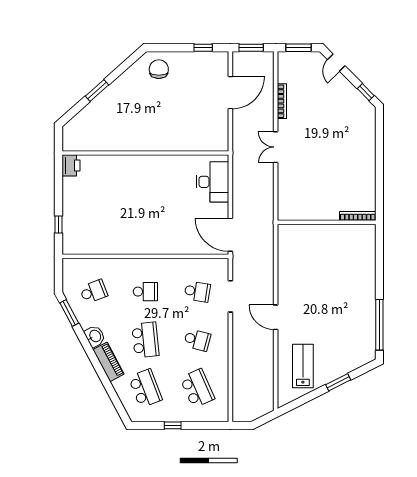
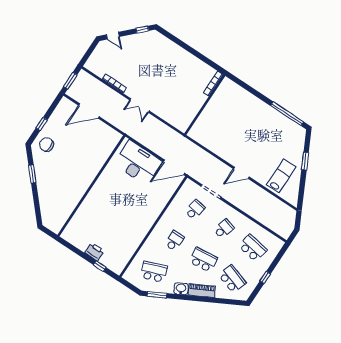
window: (203, 48) -> (42, 124), moved
window: (299, 48) -> (89, 52), removed
window: (97, 91) -> (32, 174), moved
door: (230, 93) -> (89, 111), swing flipped
printer: (71, 165) -> (95, 252), moved
desk: (213, 182) -> (138, 163), width x1.36, depth x1.30
school desk: (93, 292) -> (154, 272), width x1.85
lab bench: (303, 366) -> (281, 176), turned 90
school desk: (145, 388) -> (232, 279), turned 39
school desk: (197, 388) -> (253, 248), turned 33

